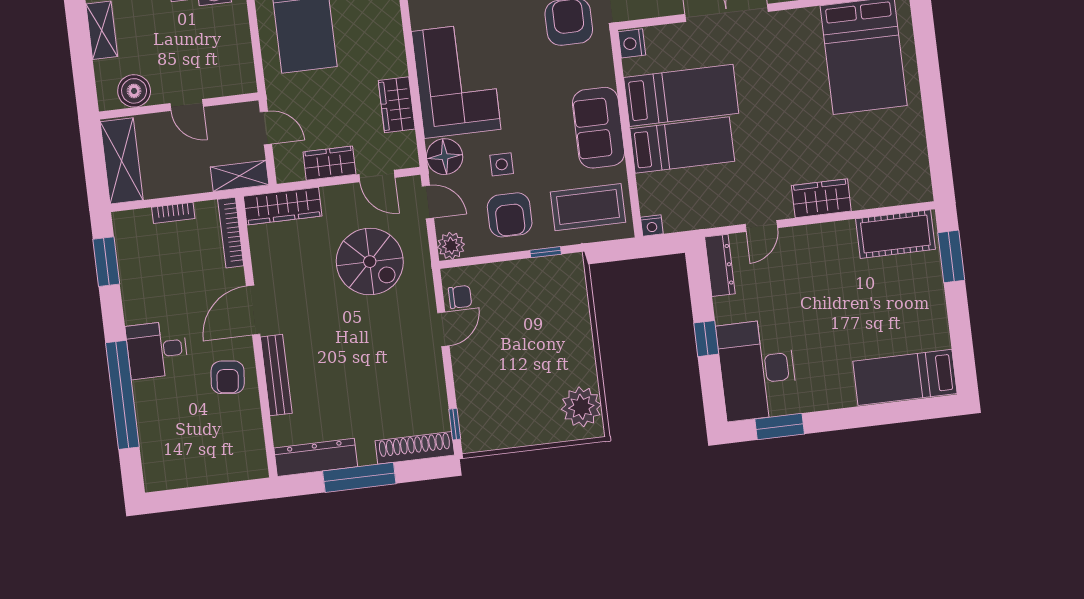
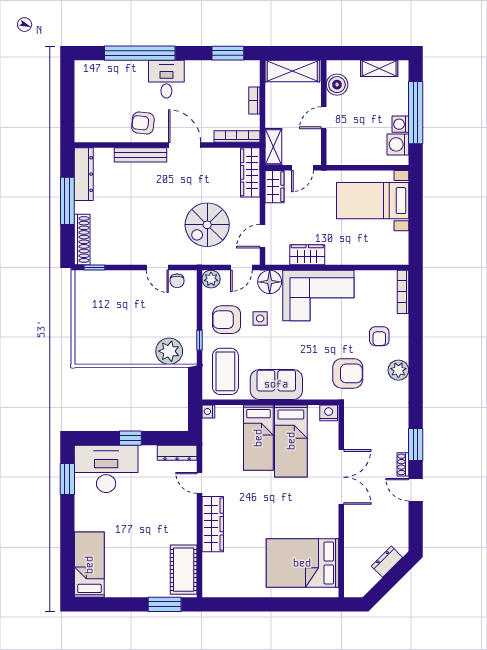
wardrobe: (329, 163) -> (274, 187), moved
wardrobe: (821, 198) -> (213, 524), width x1.50
plant: (581, 407) -> (169, 351), moved

